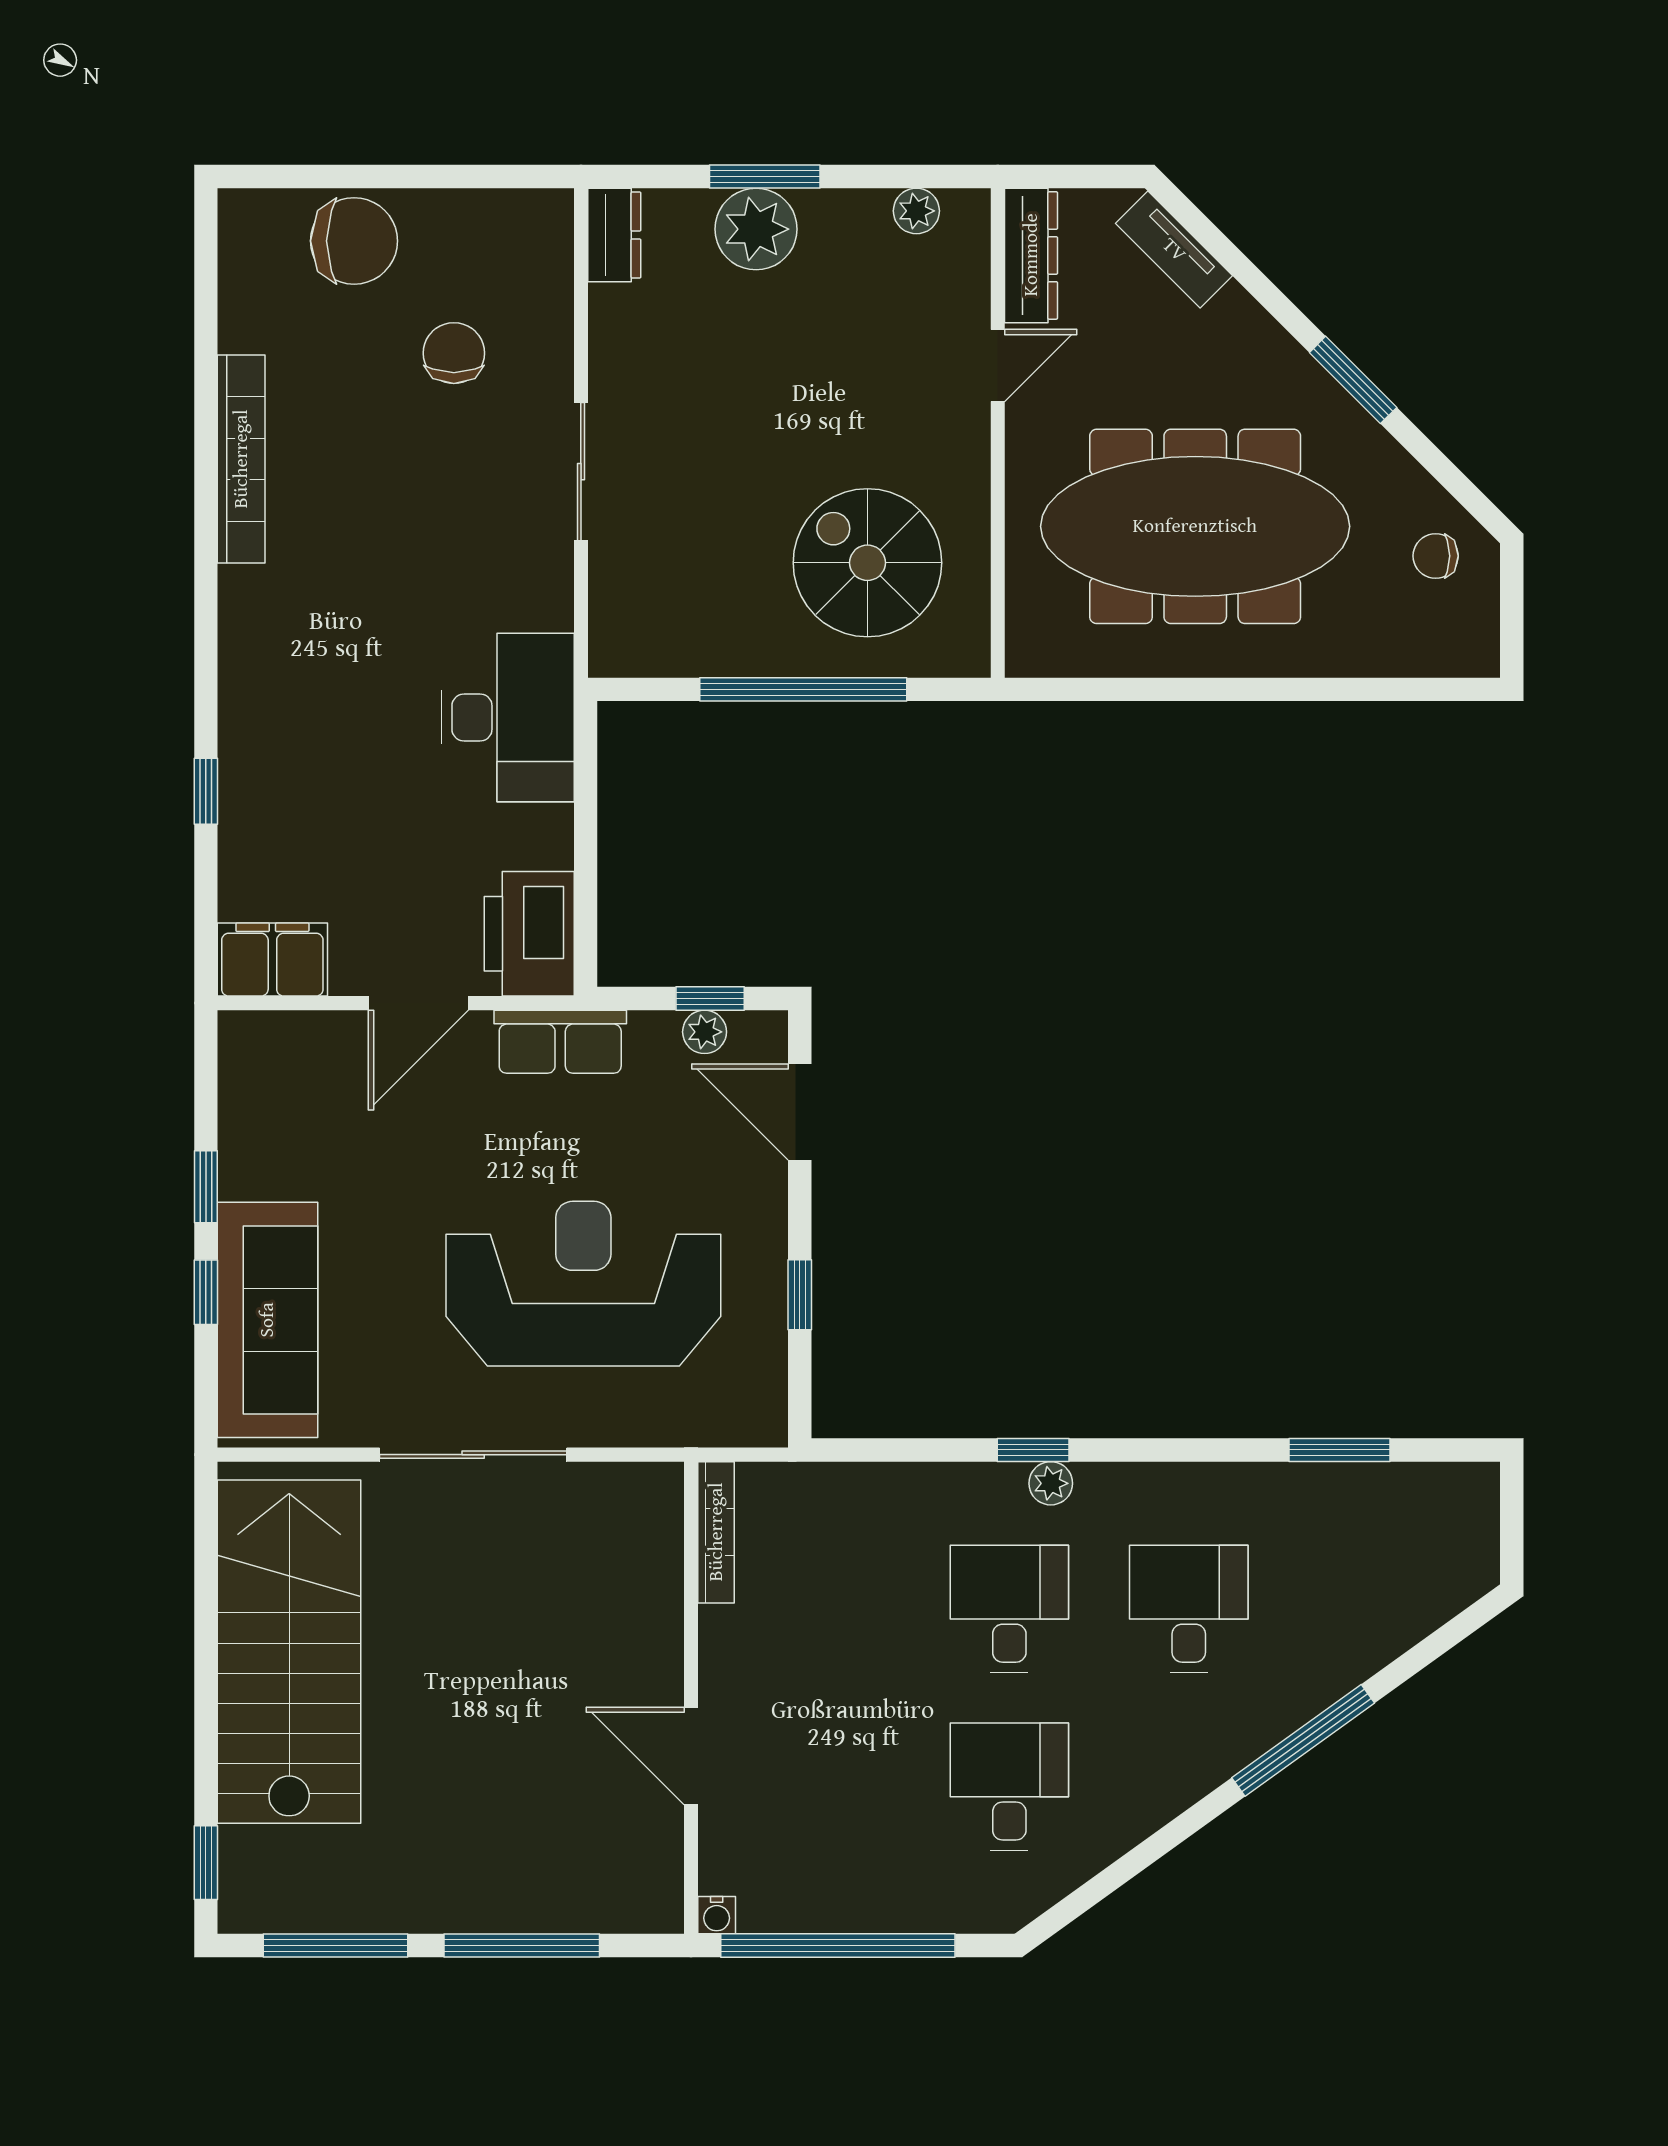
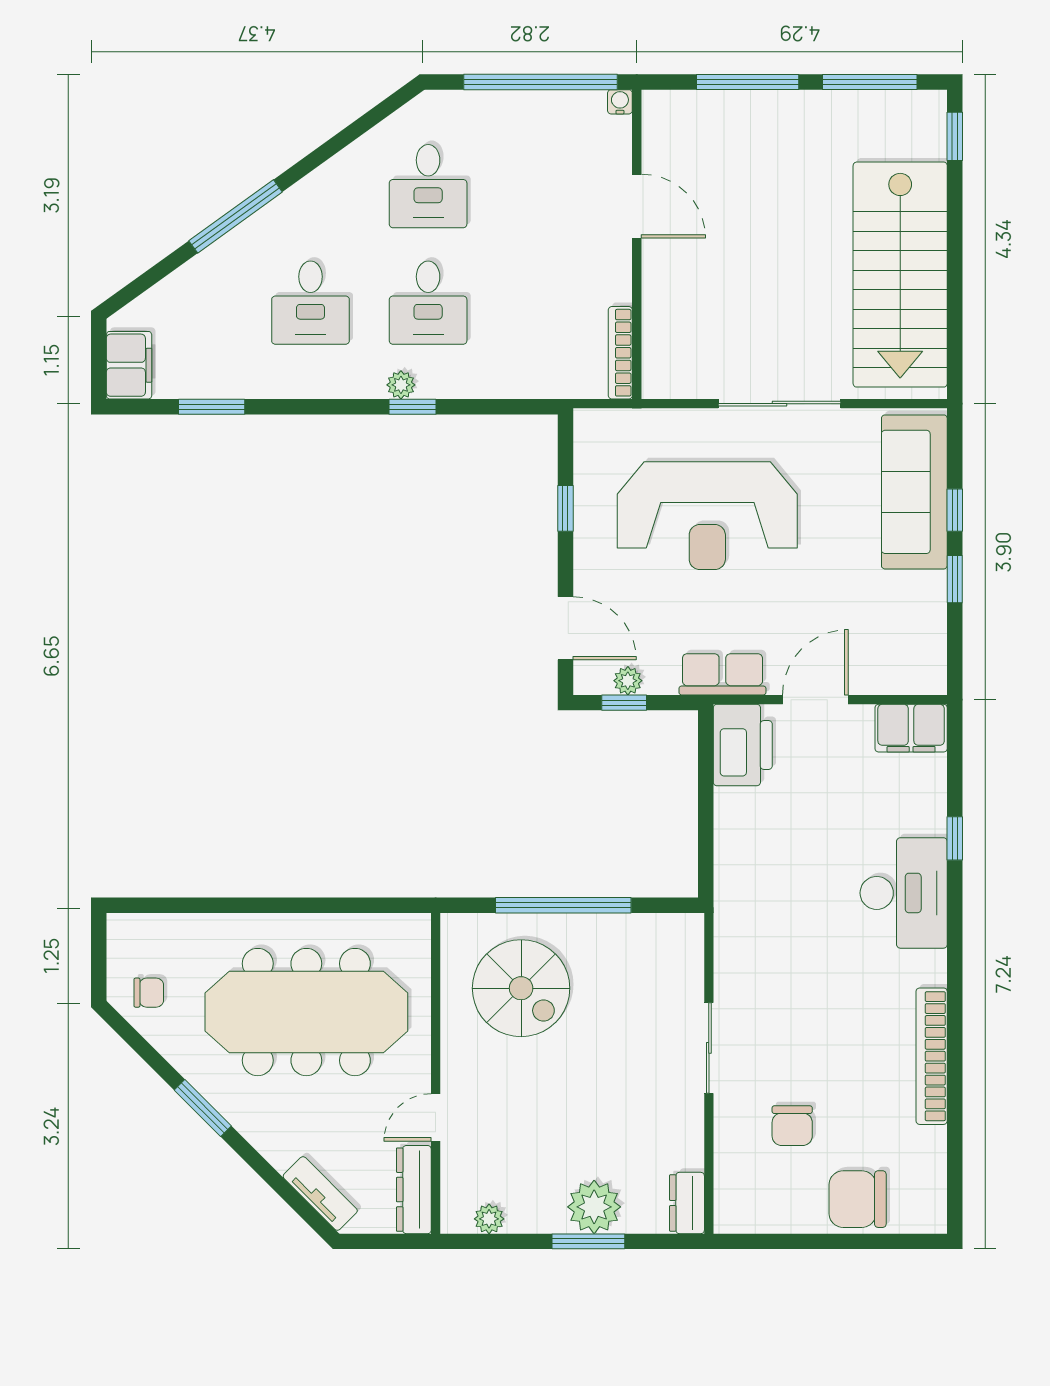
desk: (508, 717) -> (904, 893), moved, turned 180
filing cabinet: (1466, 1513) -> (129, 365), added

